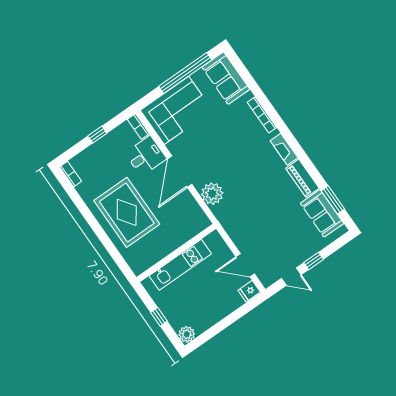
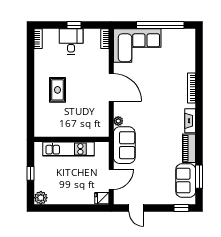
sofa: (226, 78) -> (124, 145), moved, turned 180
desk: (146, 156) -> (71, 41), moved, turned -90
door: (180, 172) -> (111, 87), swing flipped
plant: (212, 194) -> (118, 121), width x0.53, depth x0.53
rug: (127, 212) -> (57, 90), width x0.54, depth x0.49
window: (314, 261) -> (181, 208), moved
door: (245, 265) -> (111, 179), swing flipped

